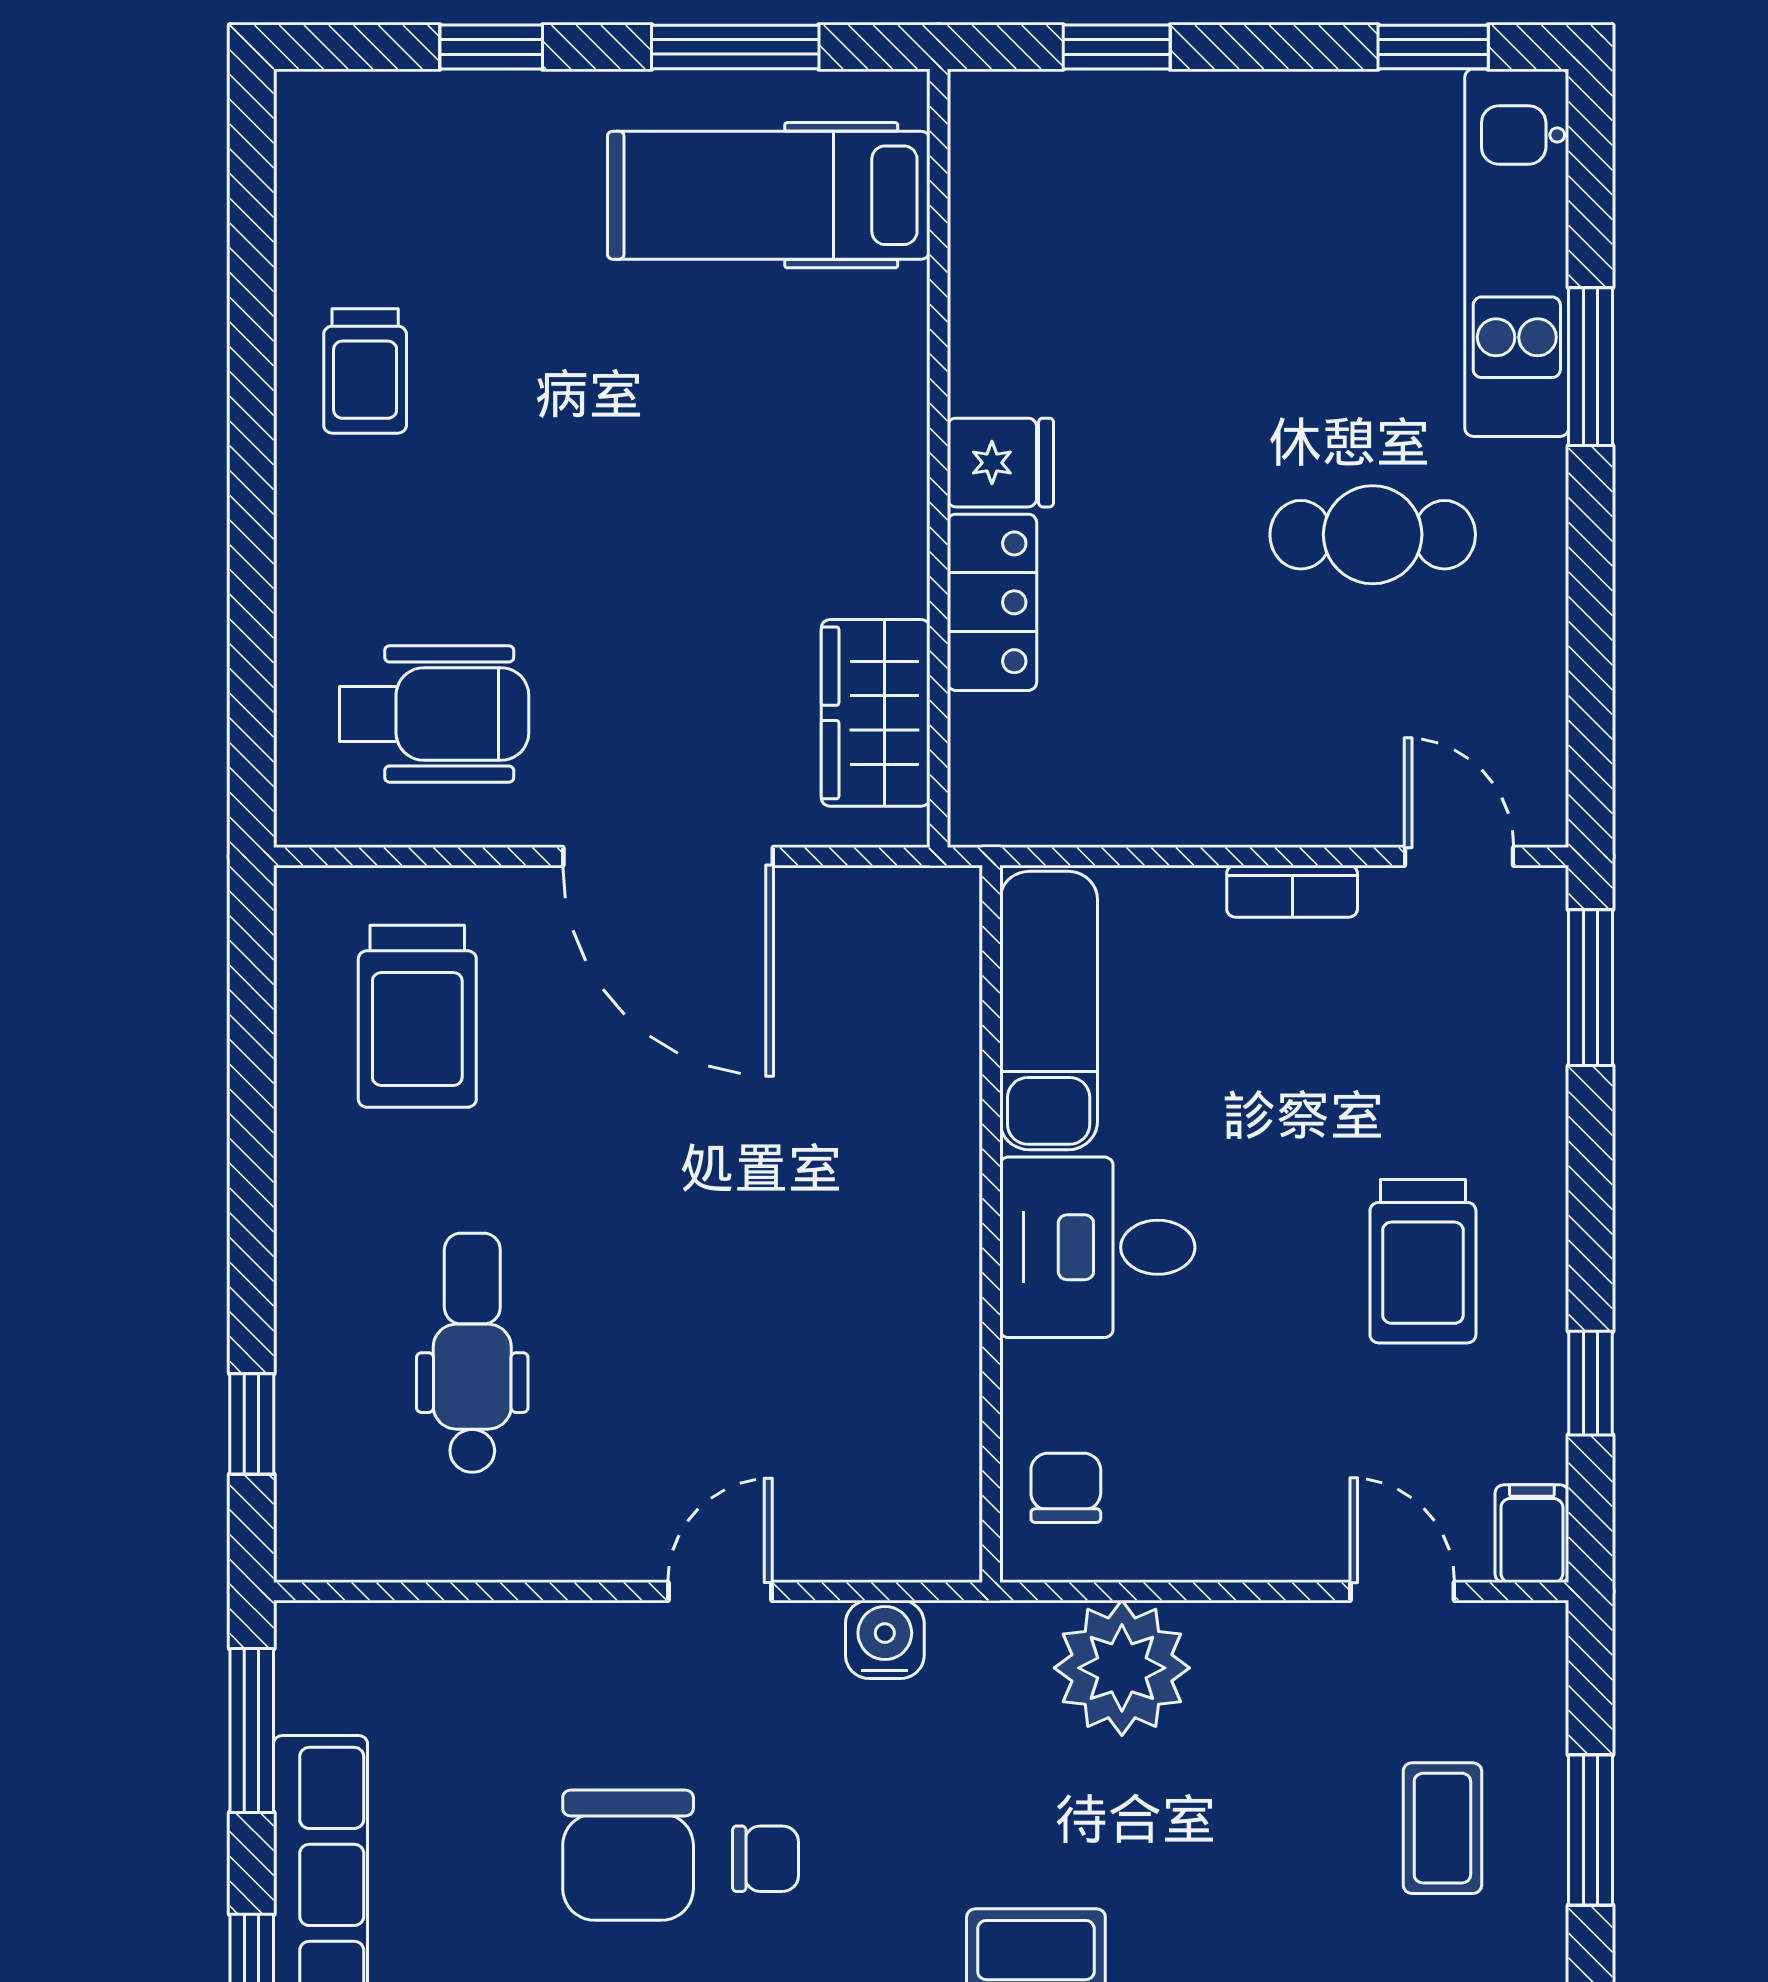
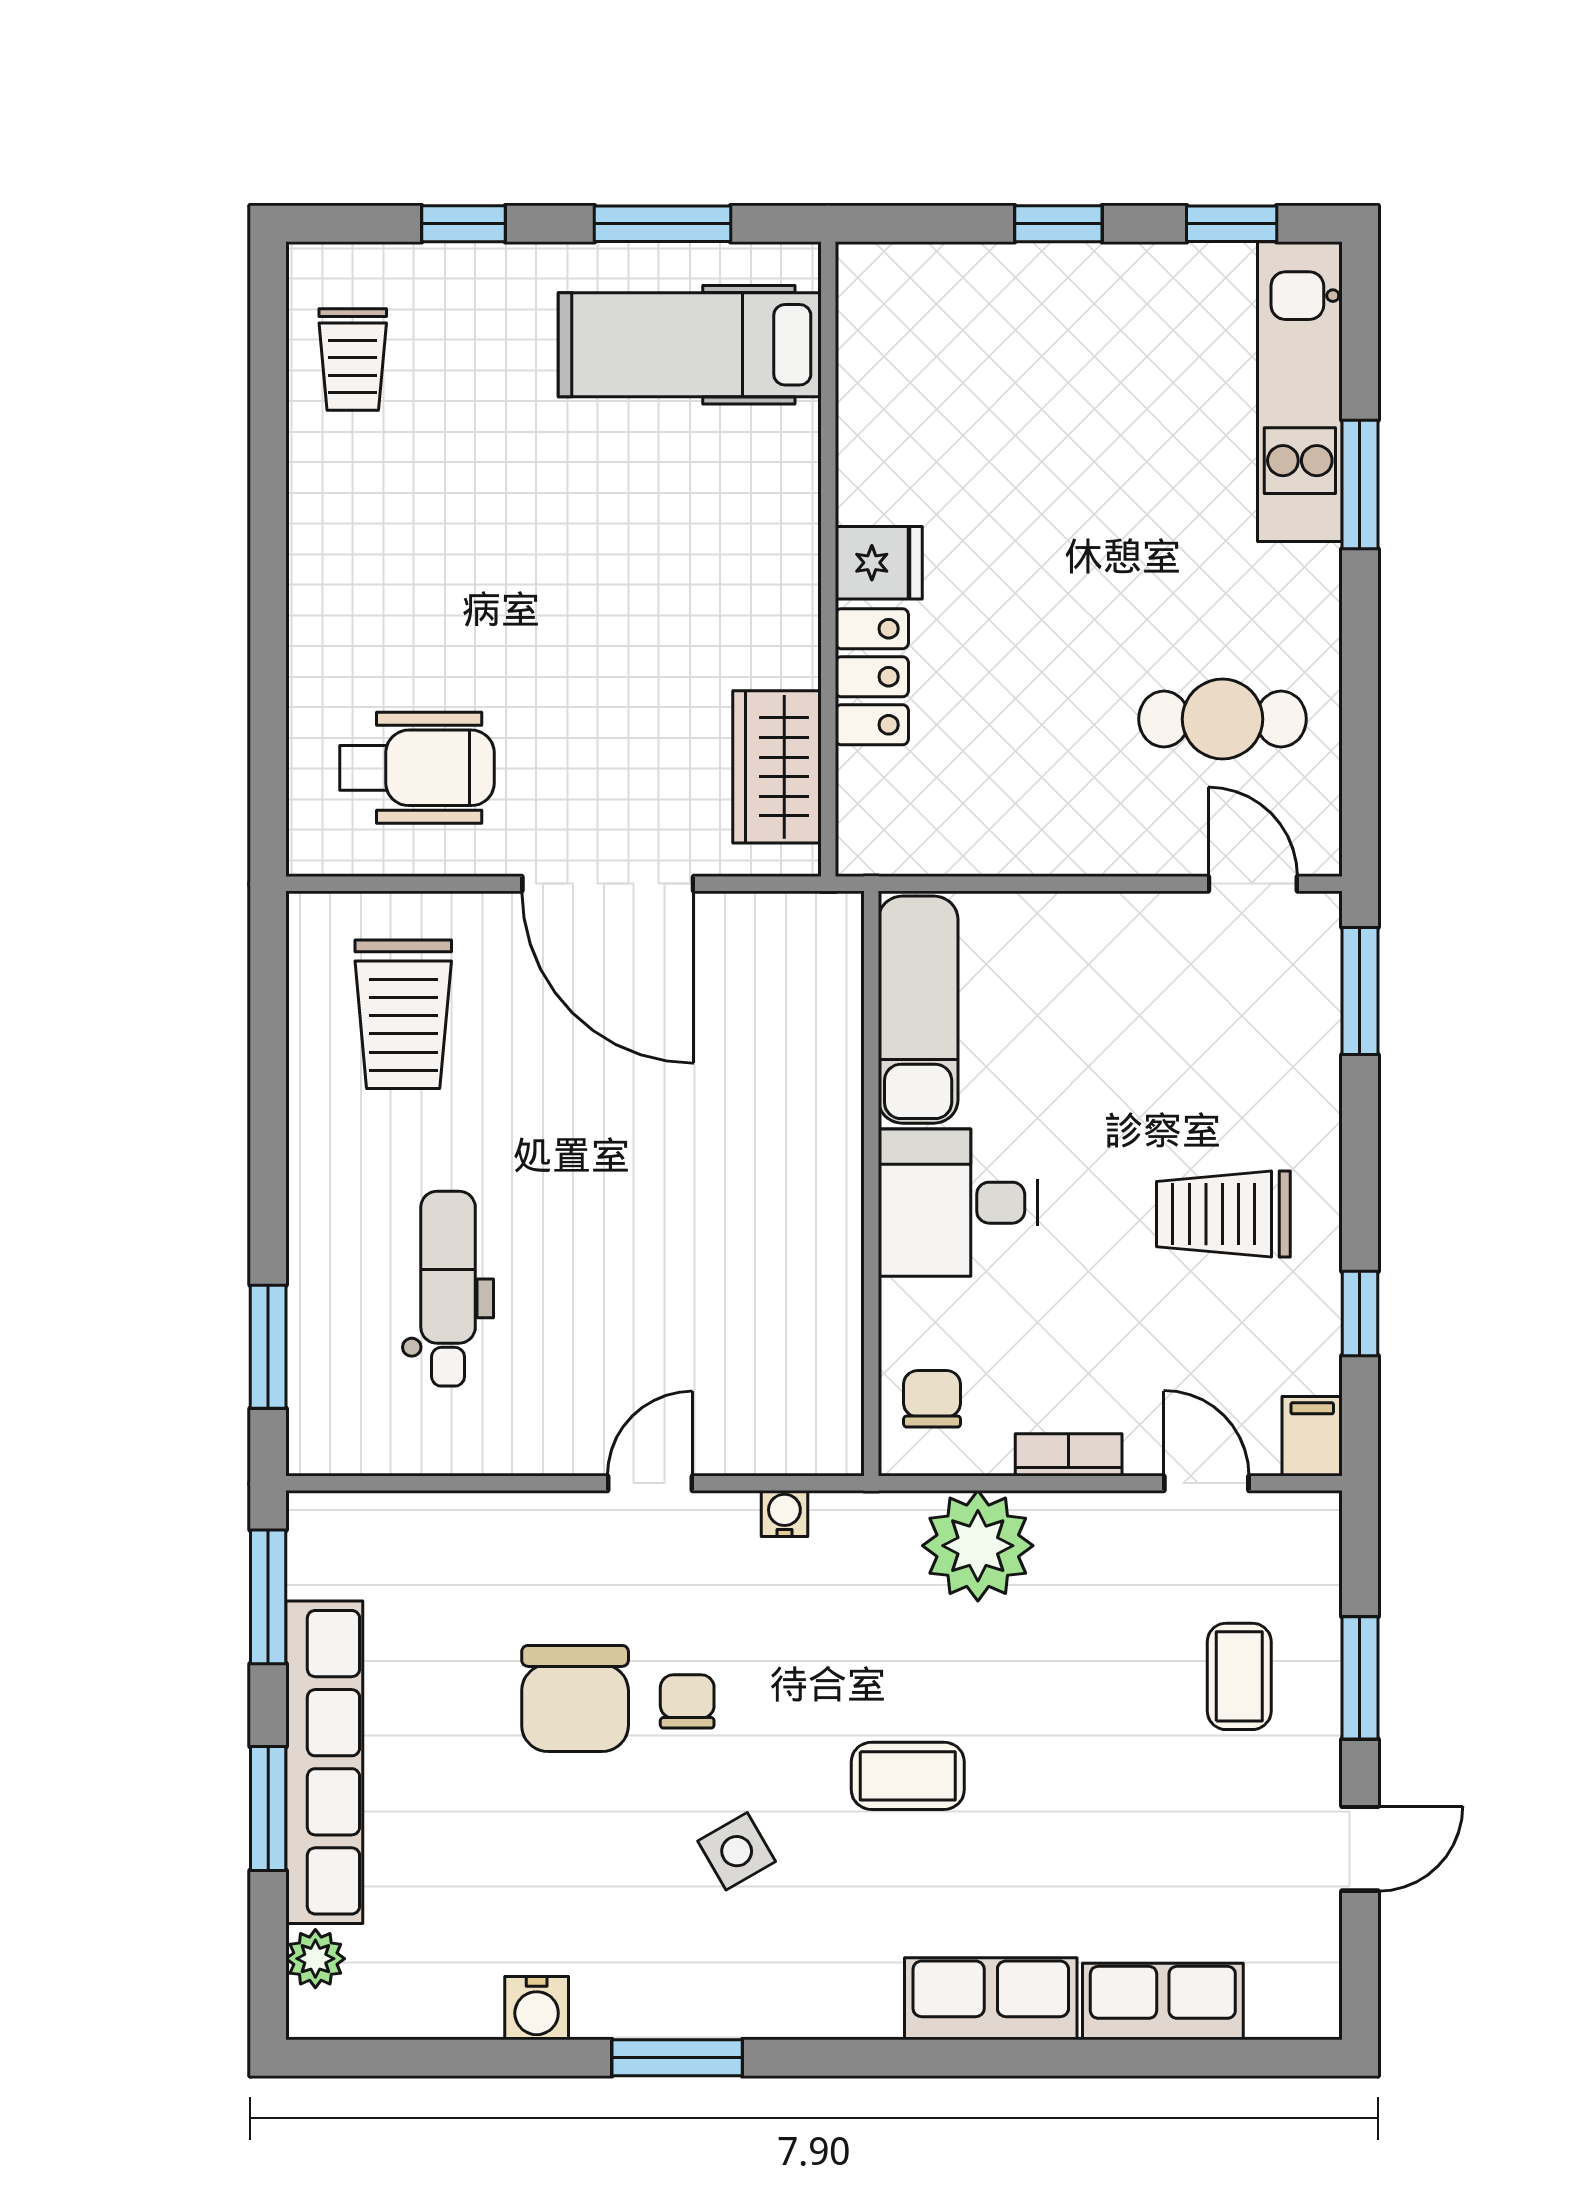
window: (1117, 47) -> (1058, 224), moved
trolley: (365, 371) -> (353, 359), moved
cafe table: (1373, 535) -> (1222, 719), moved
bookcase: (1292, 891) -> (1069, 1455), moved, turned 180
trolley: (1423, 1261) -> (1223, 1214), turned 90
window: (252, 1424) -> (268, 1347), width x1.50
water cooler: (885, 1639) -> (784, 1514), width x0.72, depth x0.72
chair: (766, 1859) -> (687, 1701), turned -90

